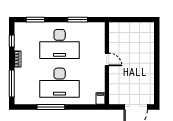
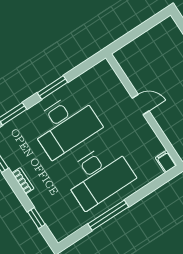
window: (78, 20) -> (52, 87), moved
window: (12, 83) -> (36, 218), width x0.46

